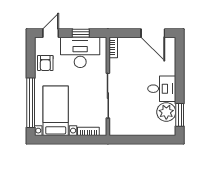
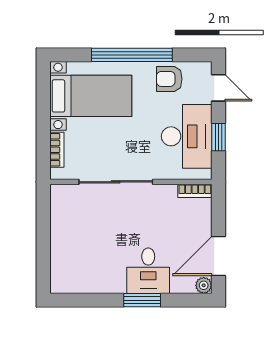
desk: (162, 89) -> (148, 271), moved
window: (31, 103) -> (132, 55), moved
plant: (166, 112) -> (204, 285), moved, width x0.53, depth x0.53
window: (180, 115) -> (142, 300), moved

